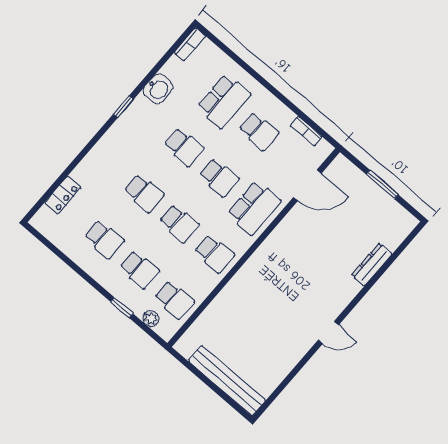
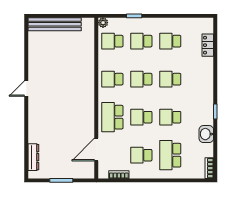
dresser: (372, 265) -> (33, 157), moved
plant: (151, 319) -> (103, 23), moved

